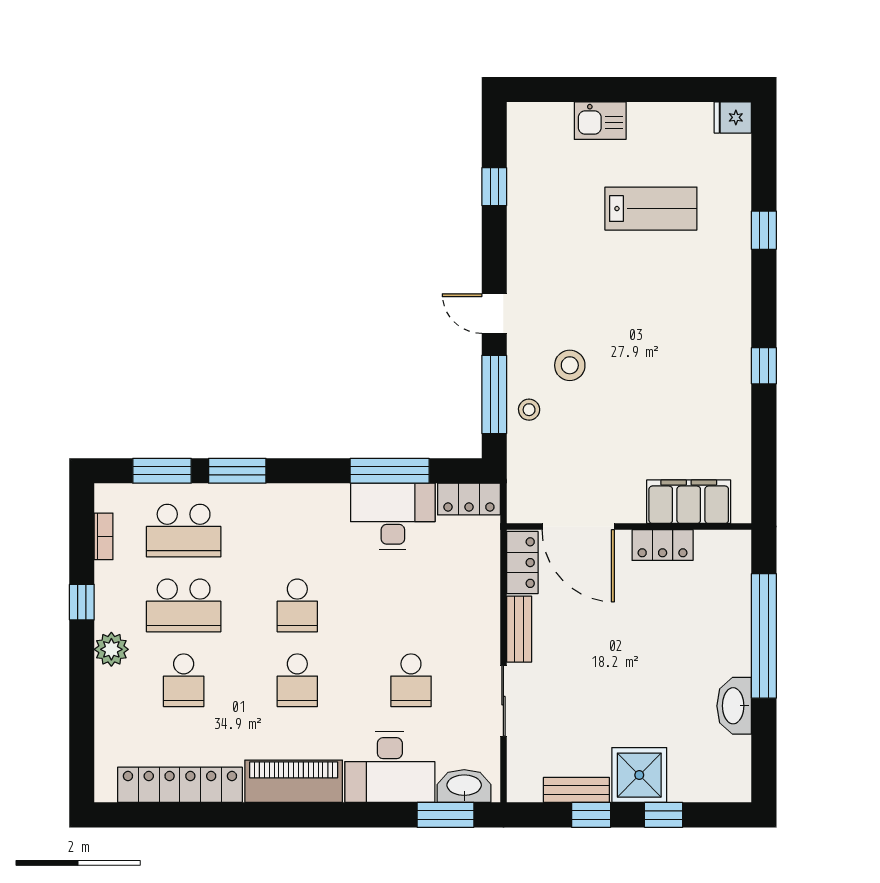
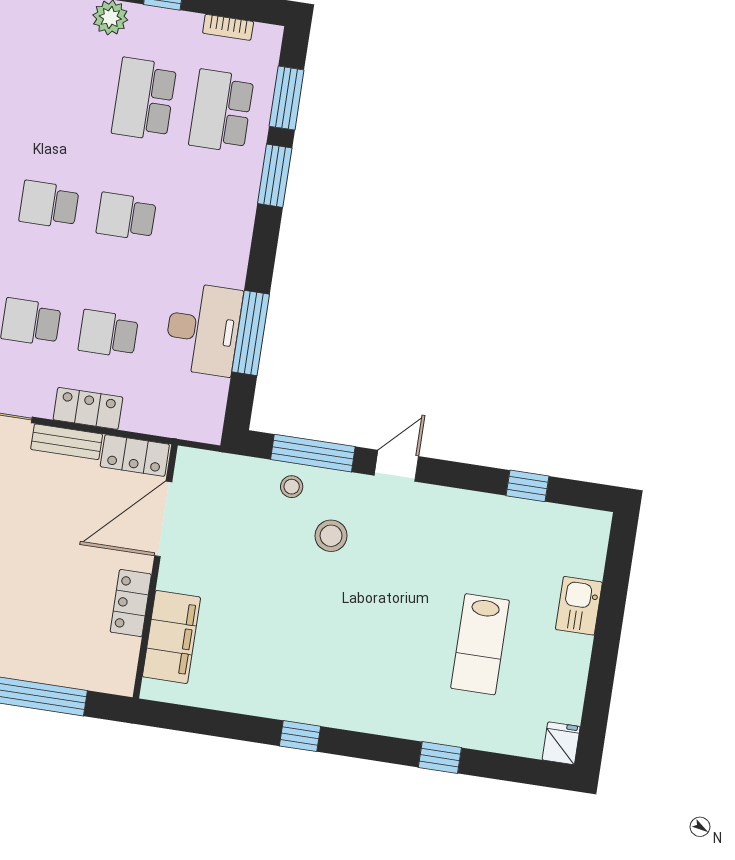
locker: (469, 499) -> (88, 408), moved, turned 90
school desk: (184, 680) -> (108, 334), moved

